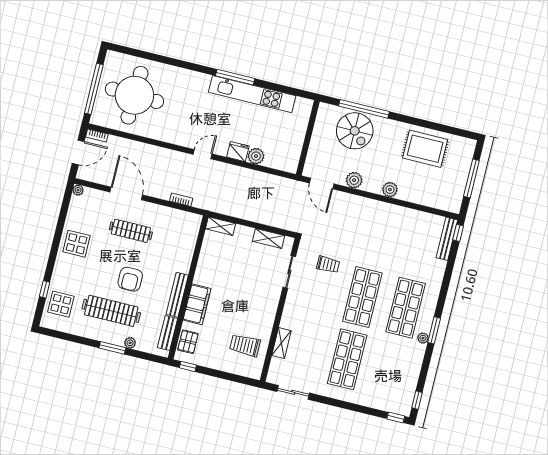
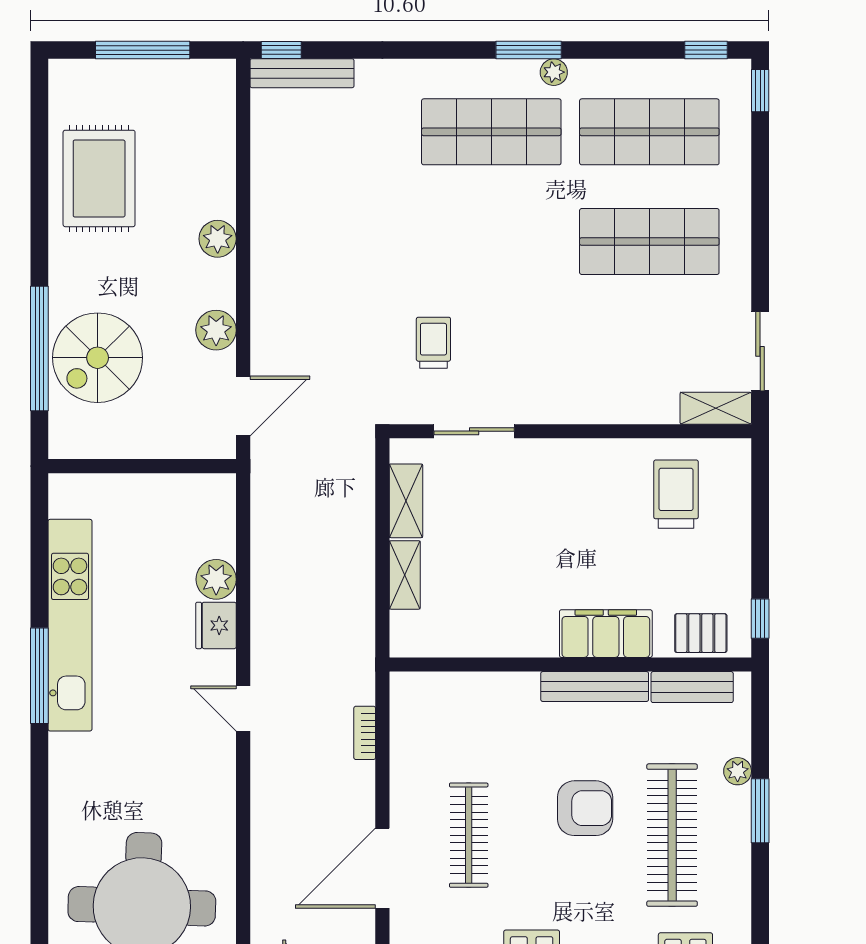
spiral stairs: (355, 131) -> (98, 358), turned 180
shelving: (220, 226) -> (405, 575), moved
shop shelf: (362, 297) -> (649, 132), moved
shelving: (281, 343) -> (716, 408), moved
trolley: (245, 345) -> (676, 494), turned 180

